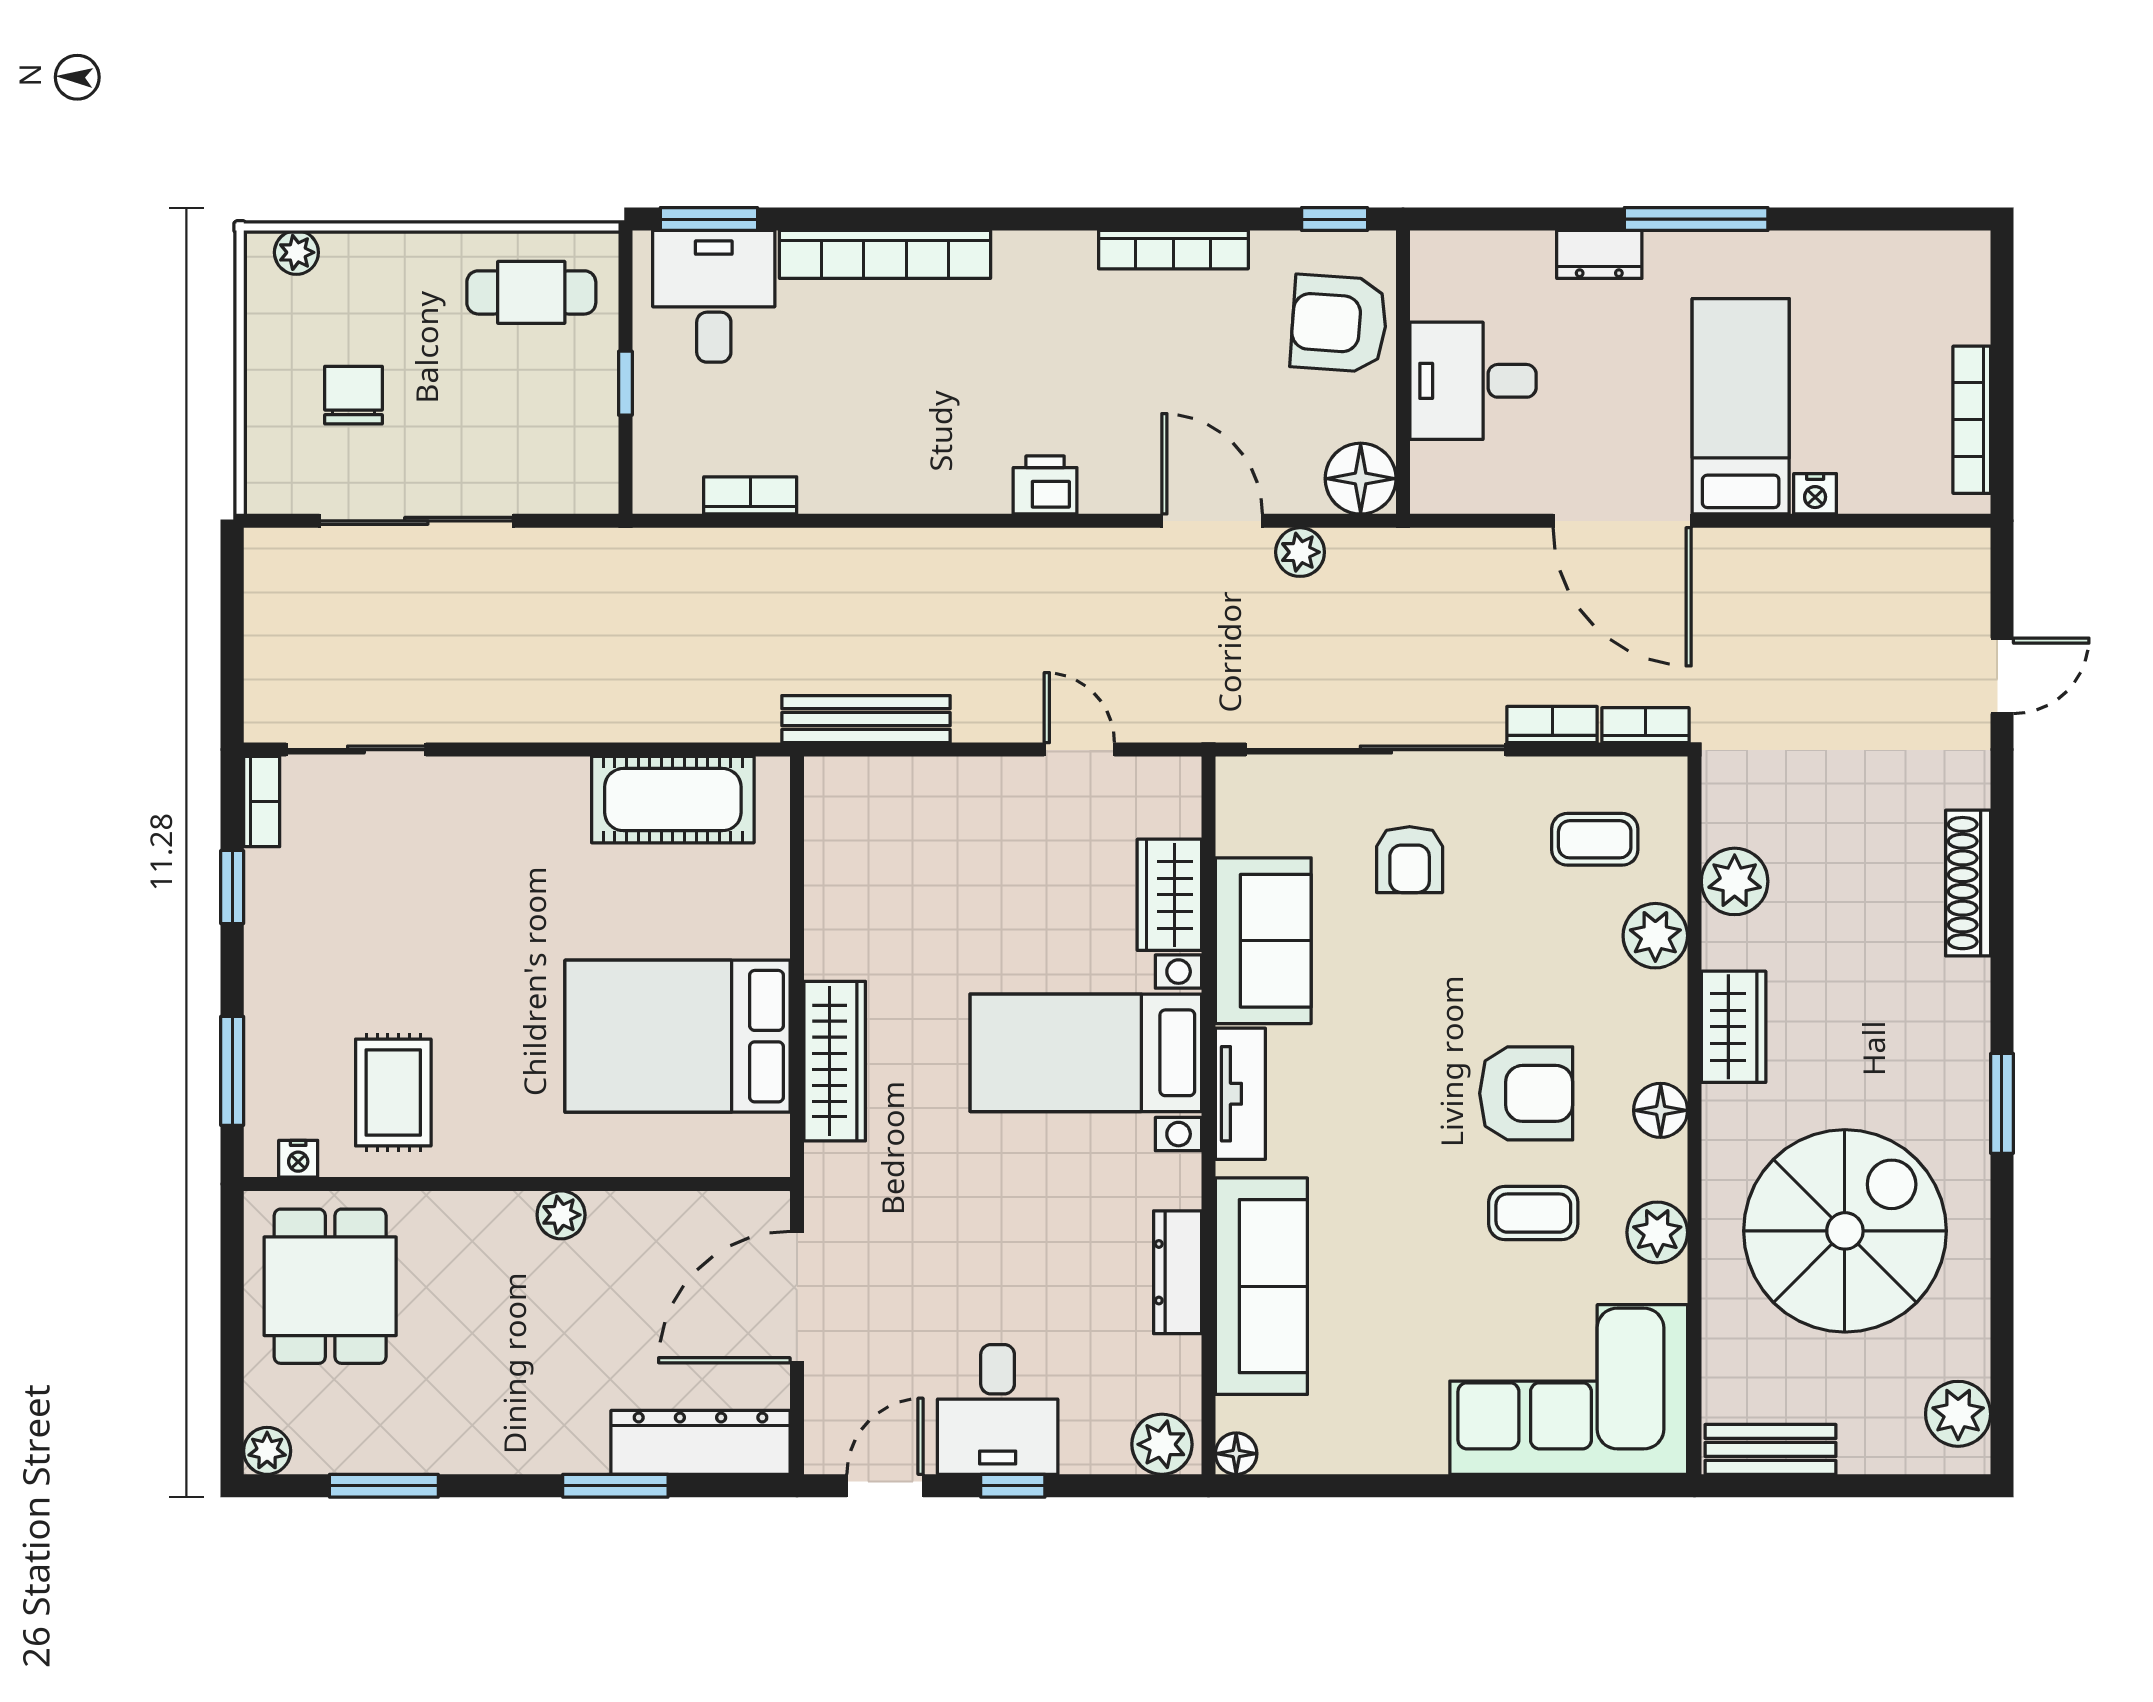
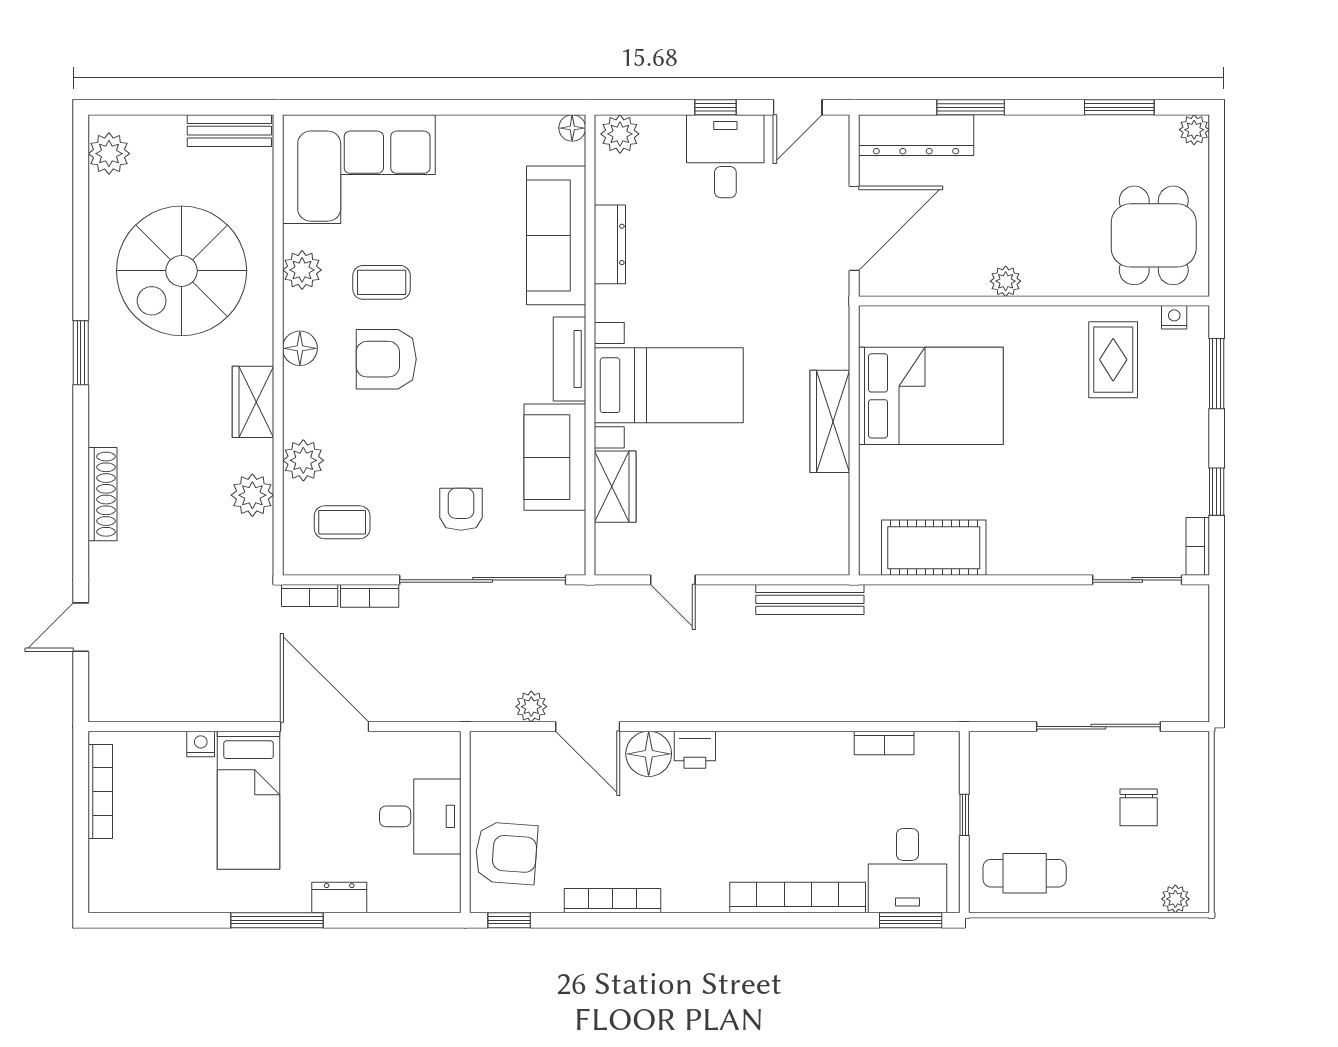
floor lamp: (1361, 479) -> (649, 754), moved
wardrobe: (835, 1061) -> (830, 421), moved

